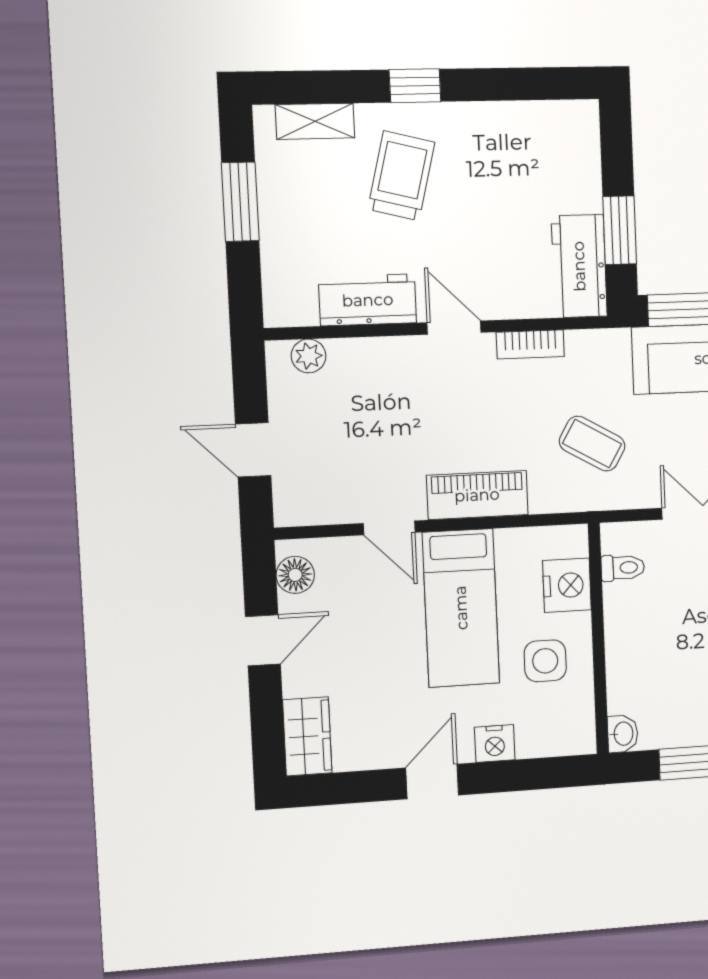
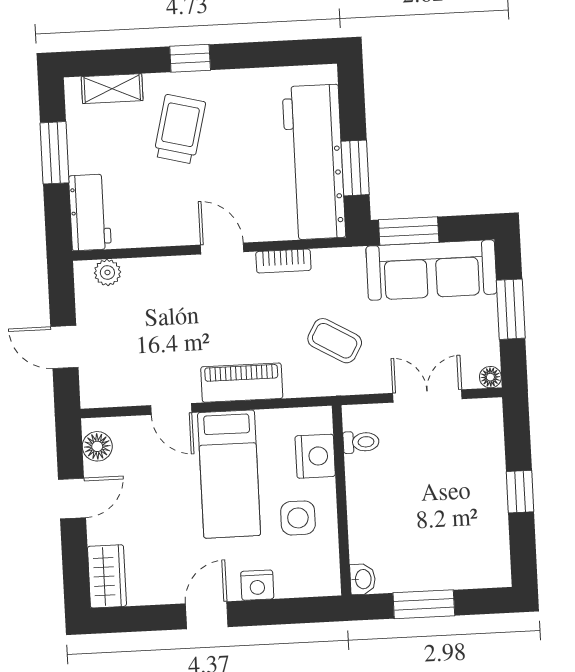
workbench: (579, 266) -> (314, 162), width x1.88, depth x1.32
workbench: (368, 300) -> (90, 212), moved, turned 90

